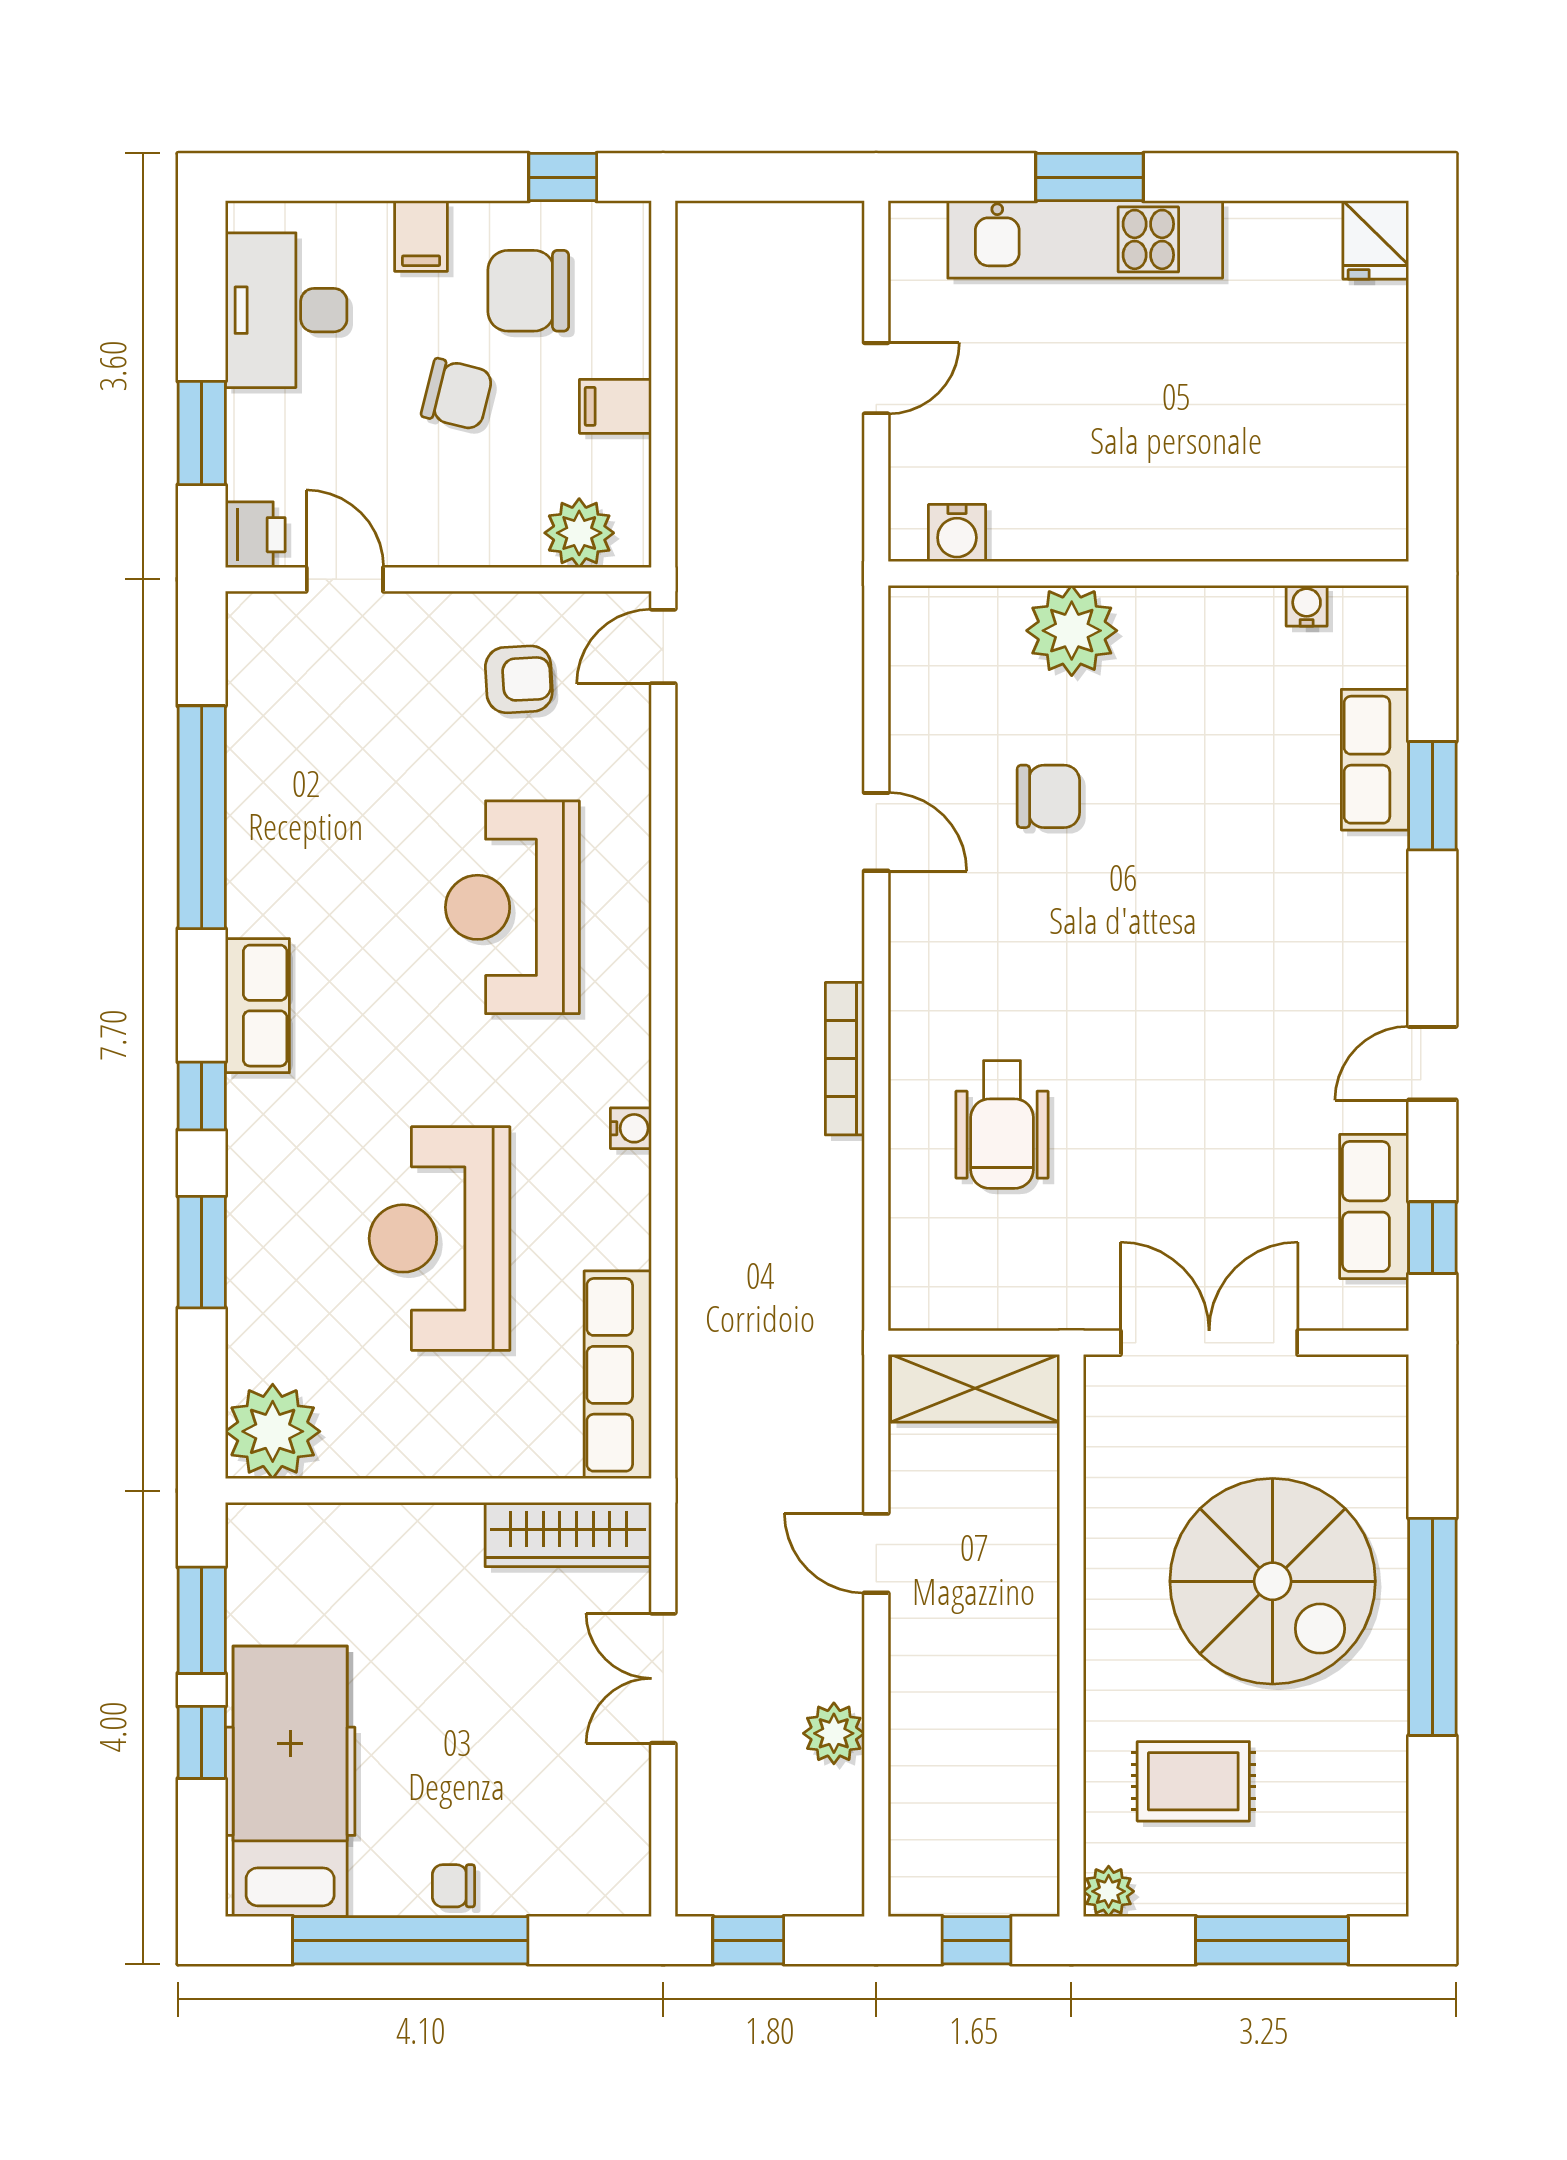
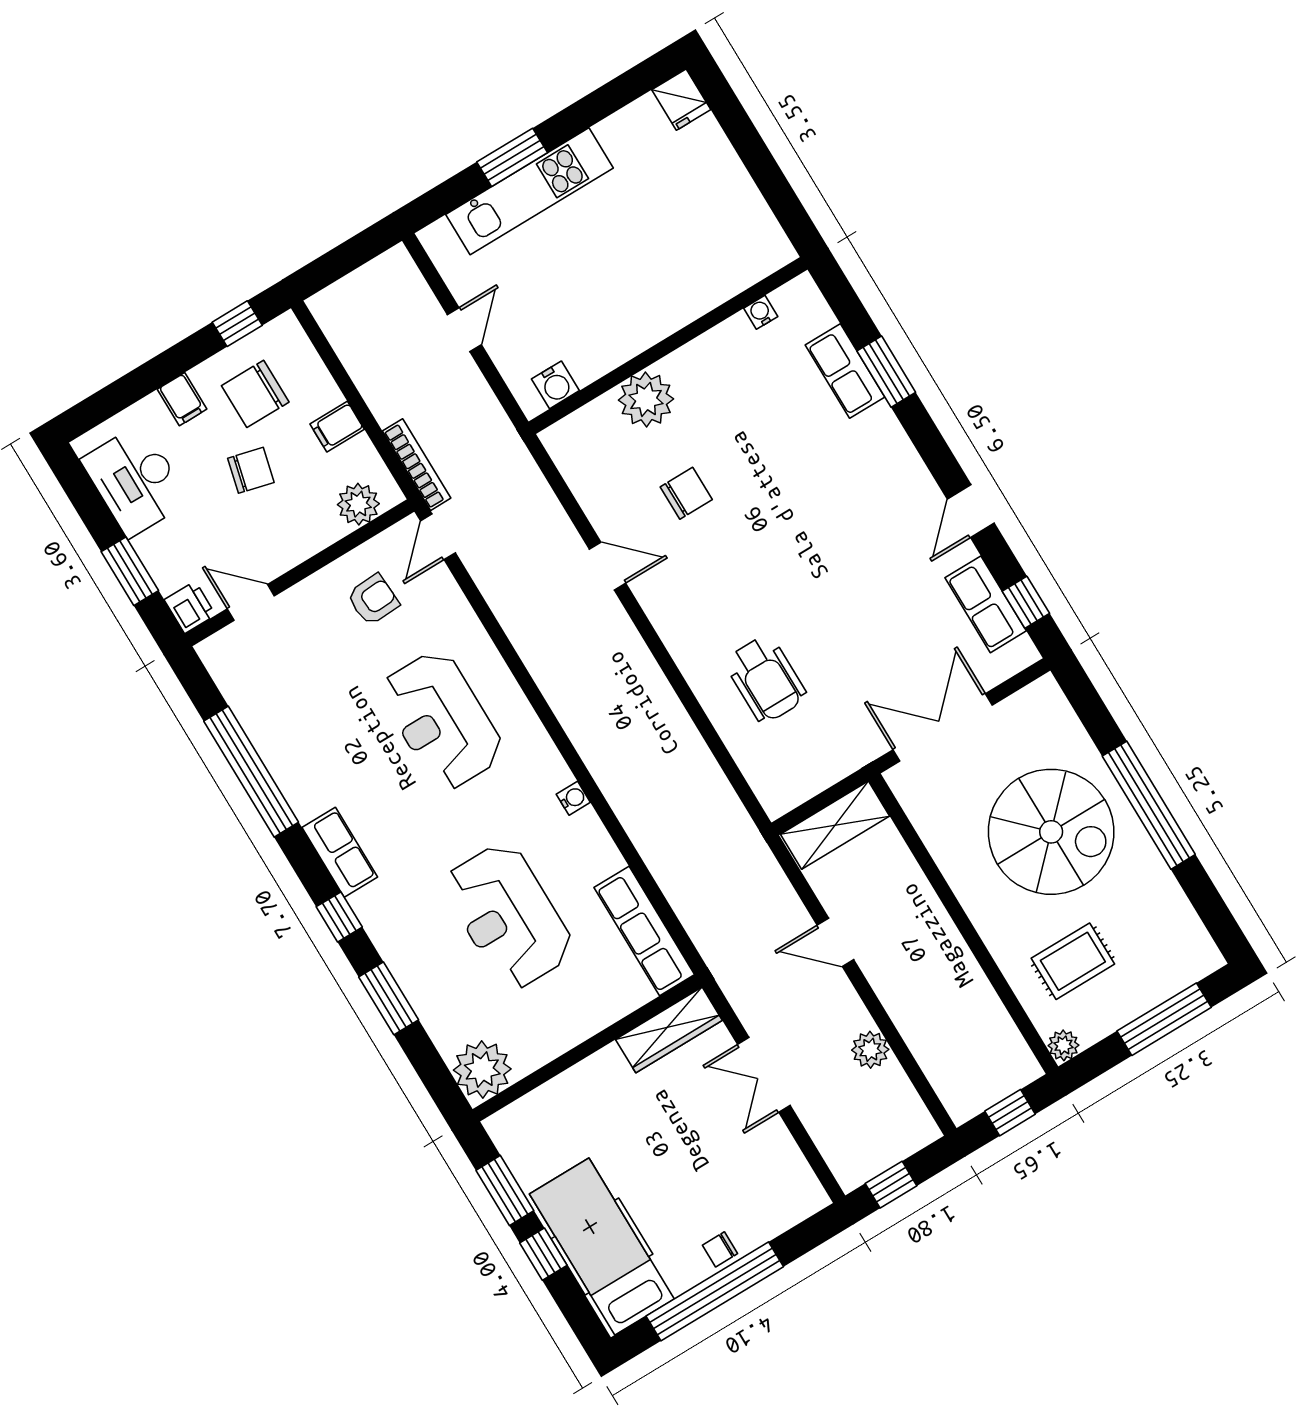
bookcase: (845, 1059) -> (417, 465), moved, turned 180

